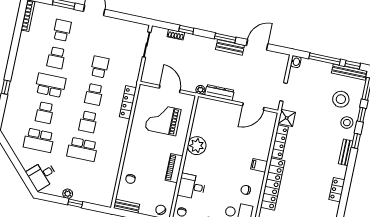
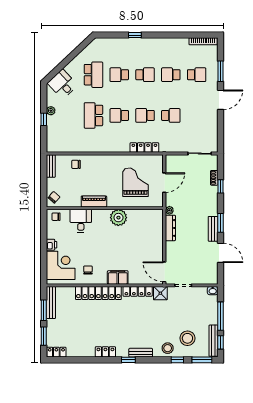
school desk: (50, 85) -> (145, 75), width x0.54
door: (253, 107) -> (164, 272), moved
school desk: (39, 140) -> (93, 75), turned 180
window: (356, 141) -> (128, 360), moved
filing cabinet: (259, 165) -> (118, 277), width x2.00

